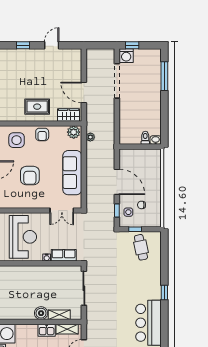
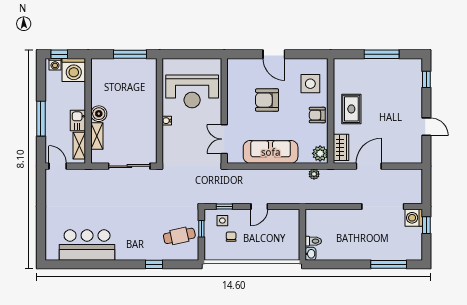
window: (23, 45) -> (426, 79), moved
door: (117, 182) -> (259, 206), width x0.53
row of seats: (64, 255) -> (169, 141), removed
window: (164, 292) -> (154, 264), moved

